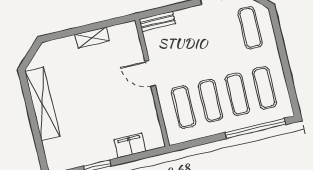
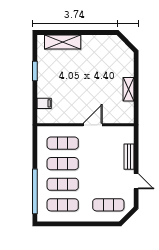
bench: (157, 21) -> (129, 157), moved
shelving: (42, 104) -> (63, 42), moved, width x0.68
filing cabinet: (130, 145) -> (44, 103), width x0.50

